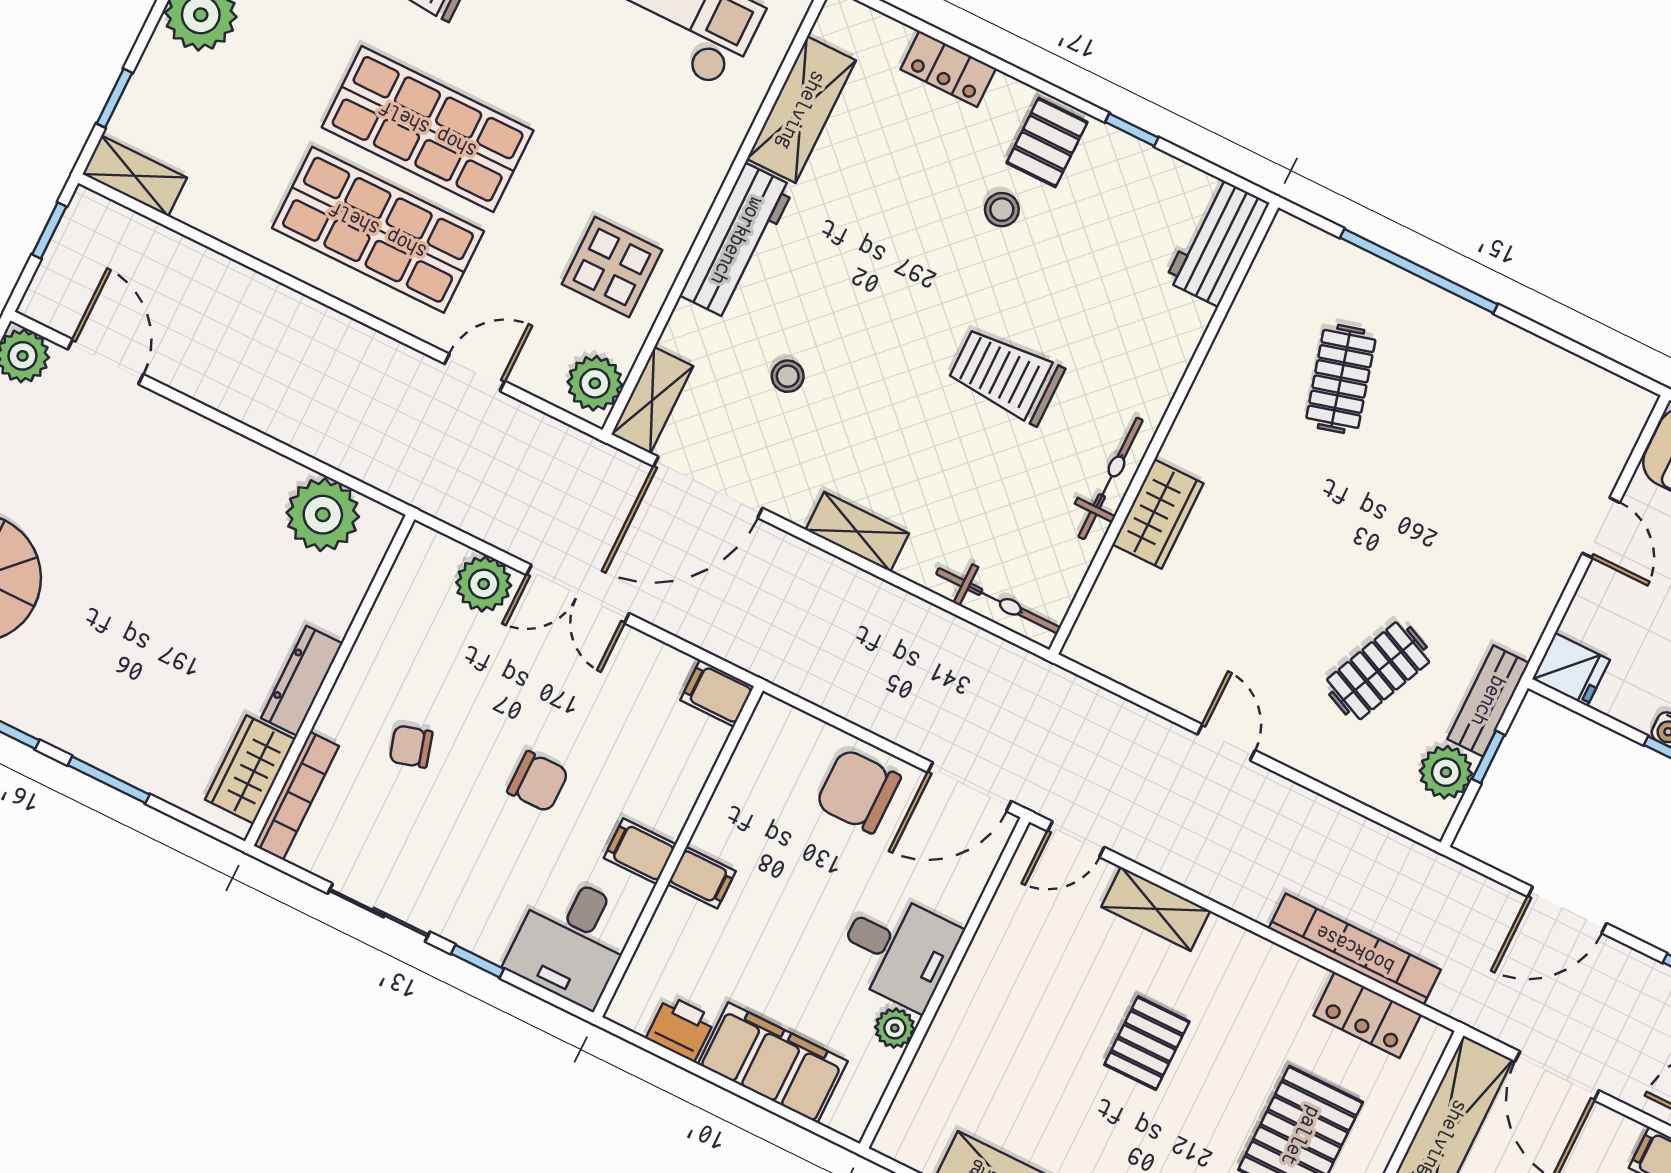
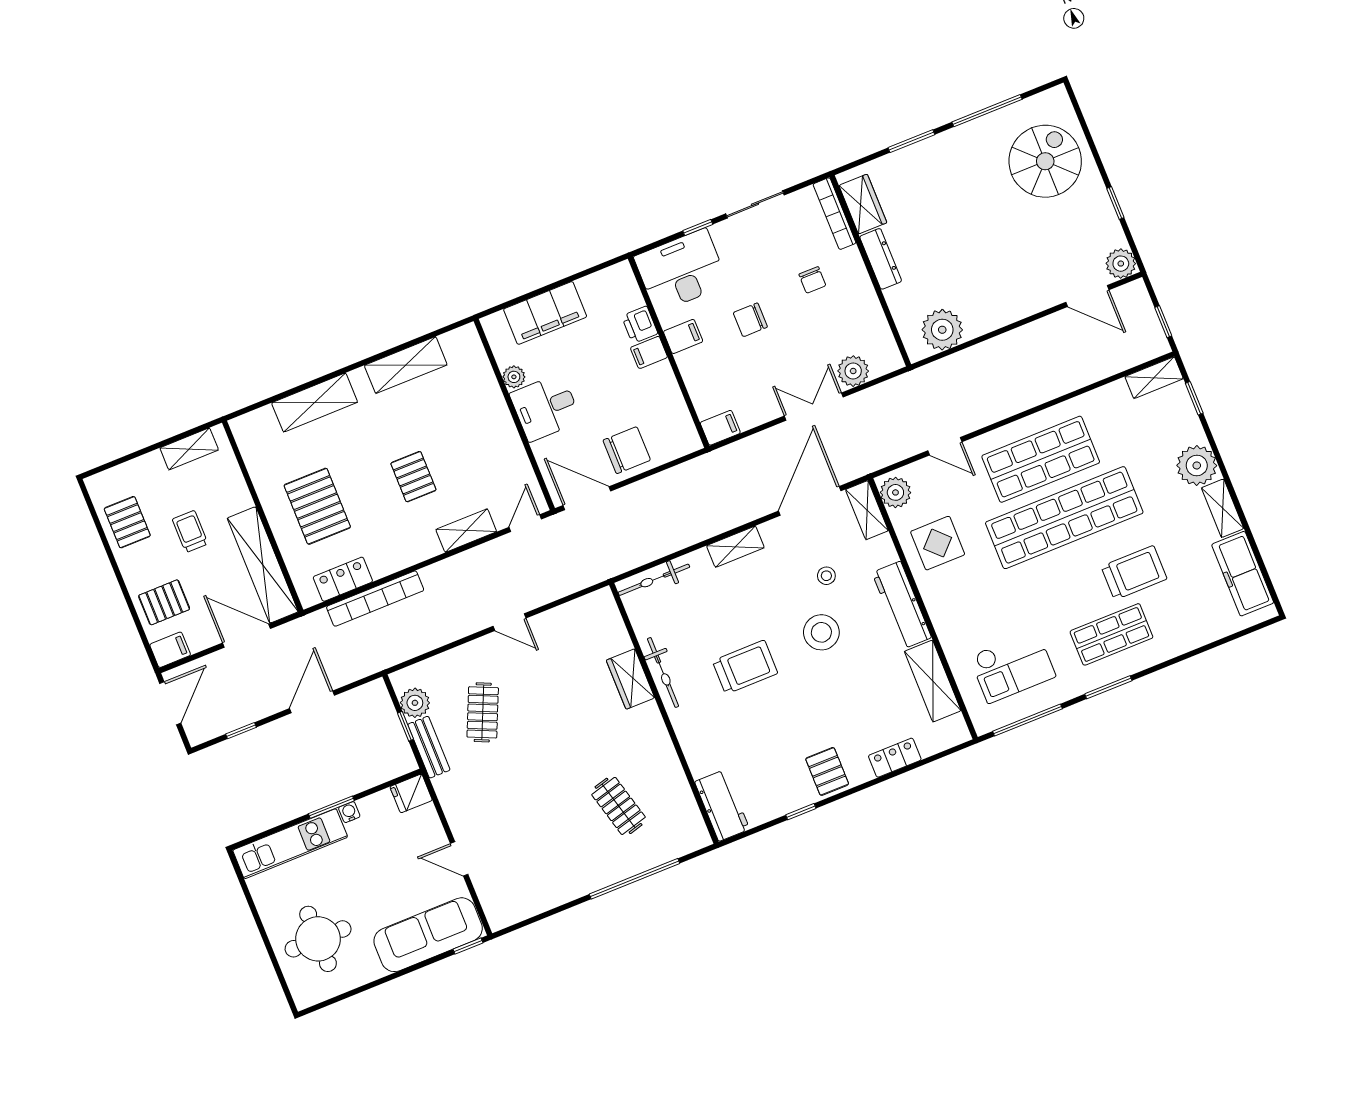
shop shelf: (428, 129) -> (1064, 518), width x1.40
stool: (1002, 210) -> (821, 632), moved, width x1.89, depth x1.89
door: (475, 372) -> (945, 446), hinge flipped
chair: (411, 746) -> (812, 280), turned 106
door: (970, 787) -> (587, 498), hinge flipped
desk: (572, 941) -> (681, 271), width x1.37
printer: (681, 1028) -> (640, 325), moved, turned 90

